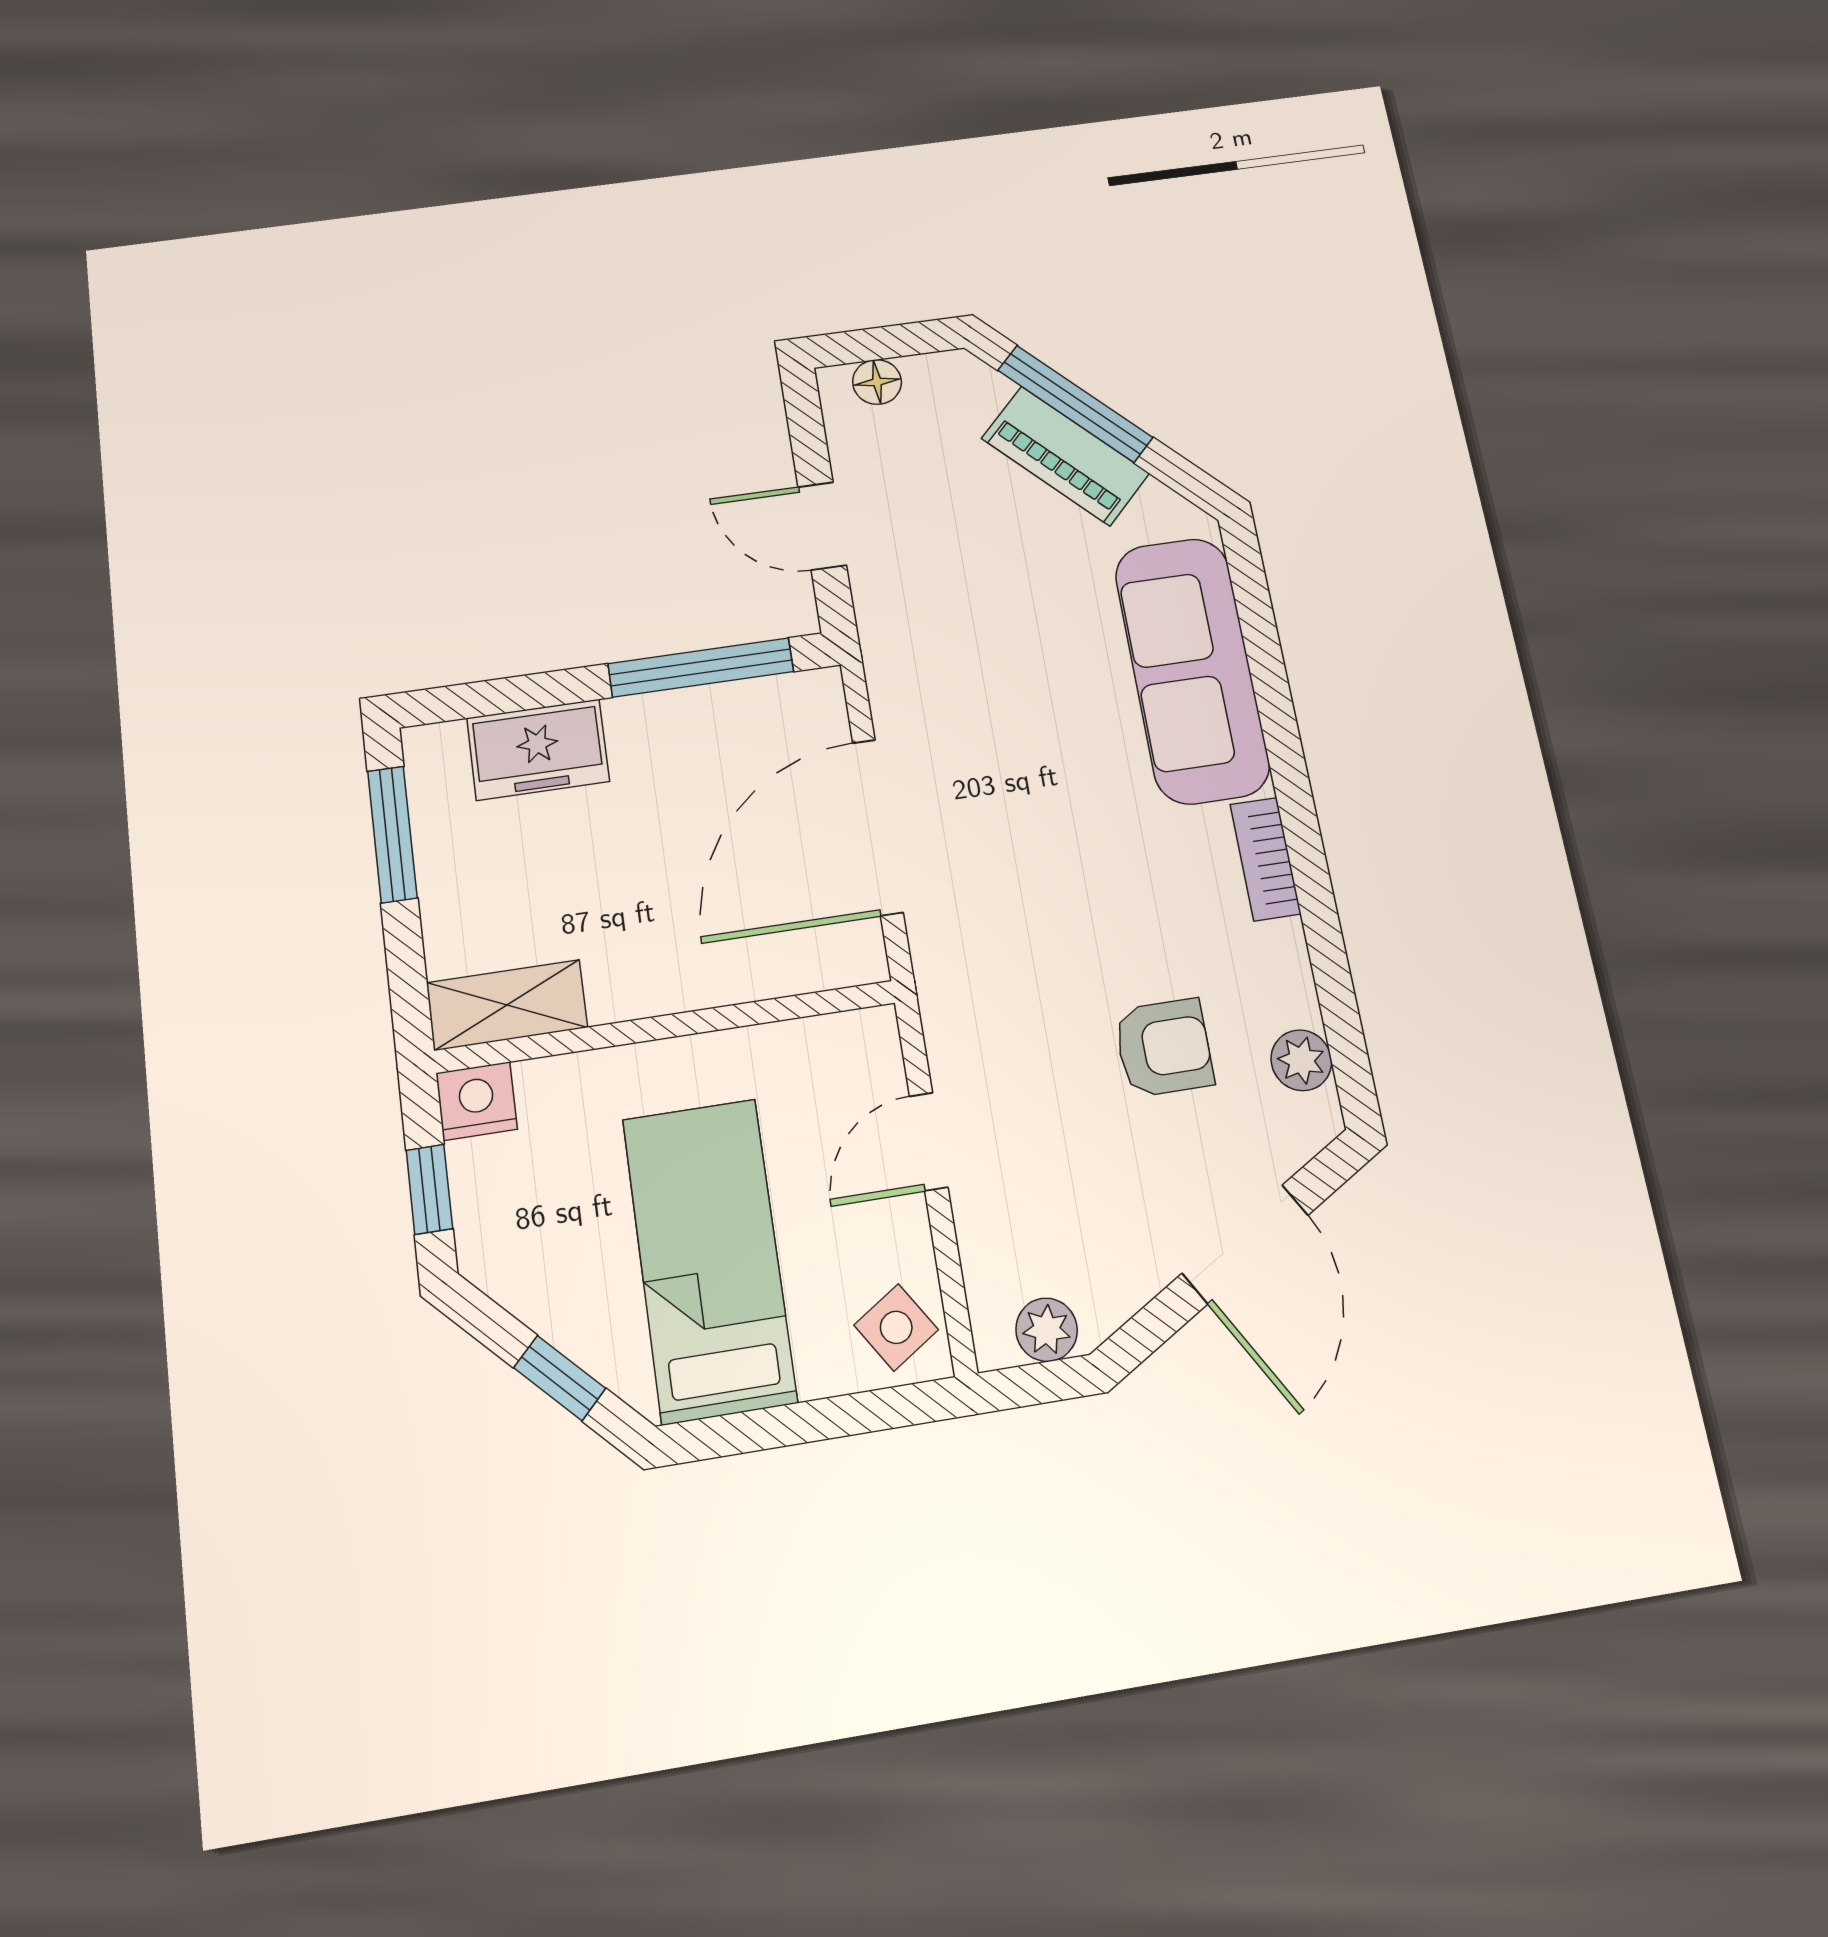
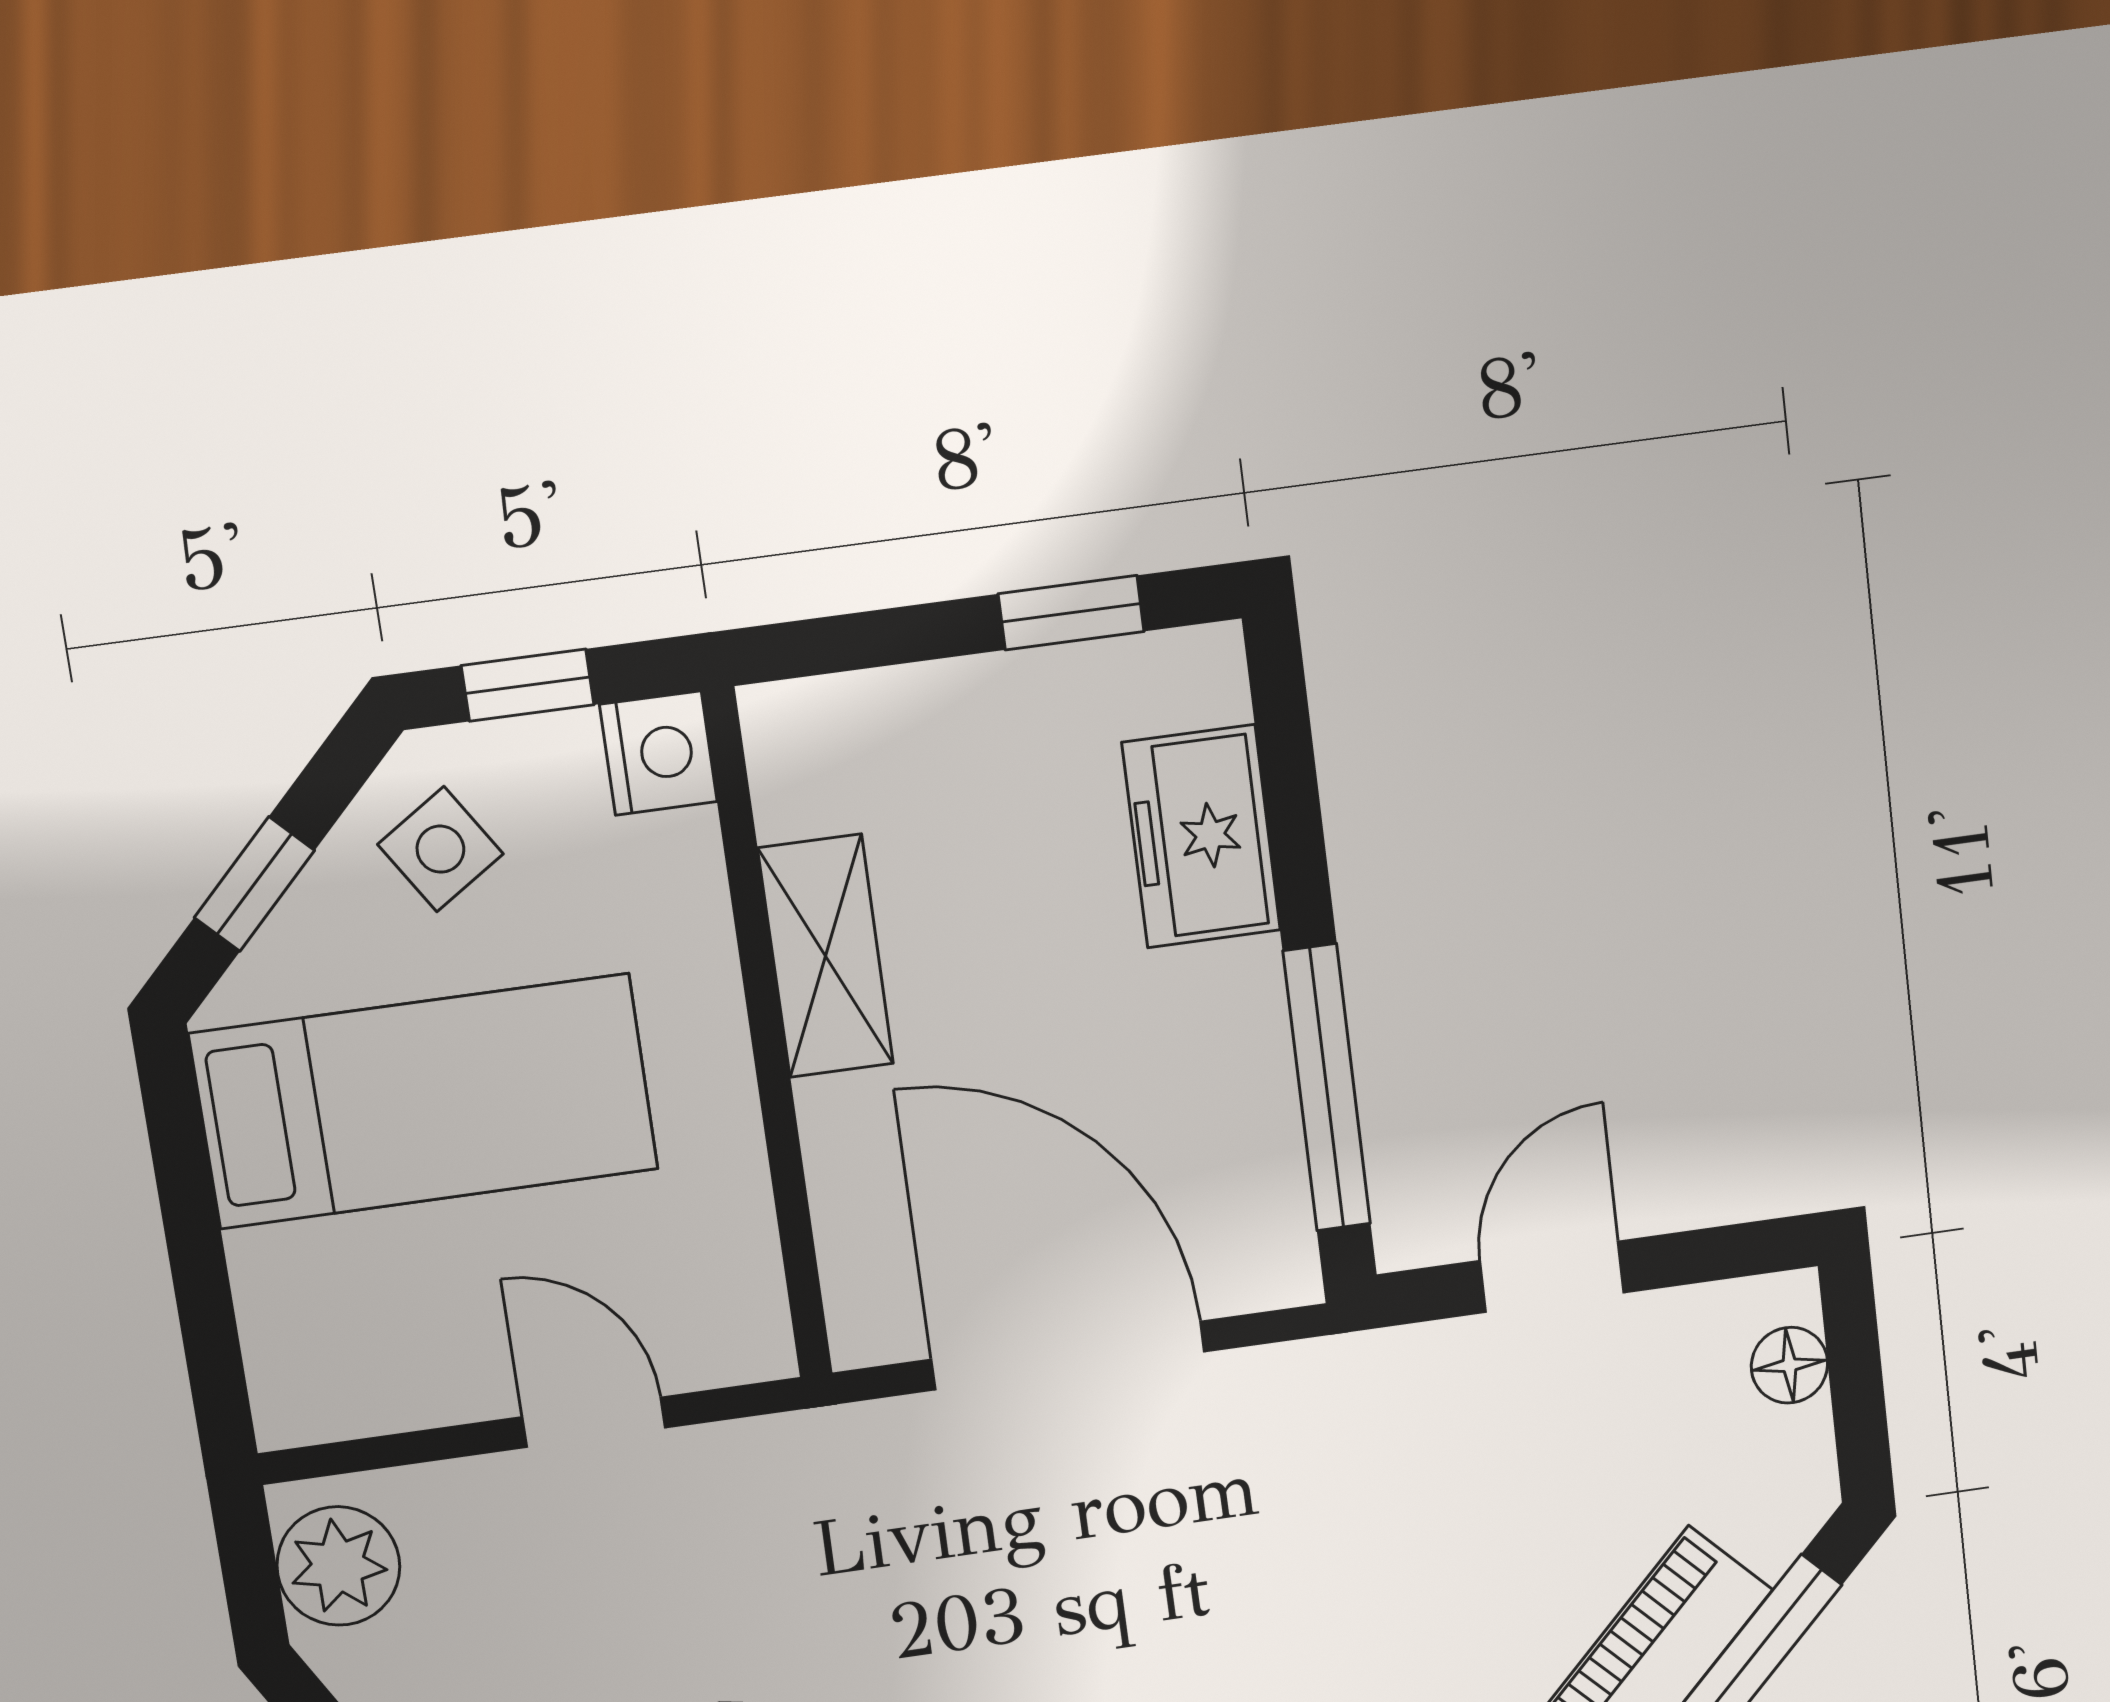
window: (392, 834) -> (1071, 613), width x0.67
shelving: (507, 1005) -> (826, 956), moved
side table: (896, 1327) -> (440, 849), moved
plant: (1047, 1330) -> (338, 1566), width x1.38, depth x1.38

